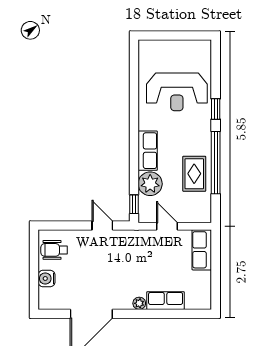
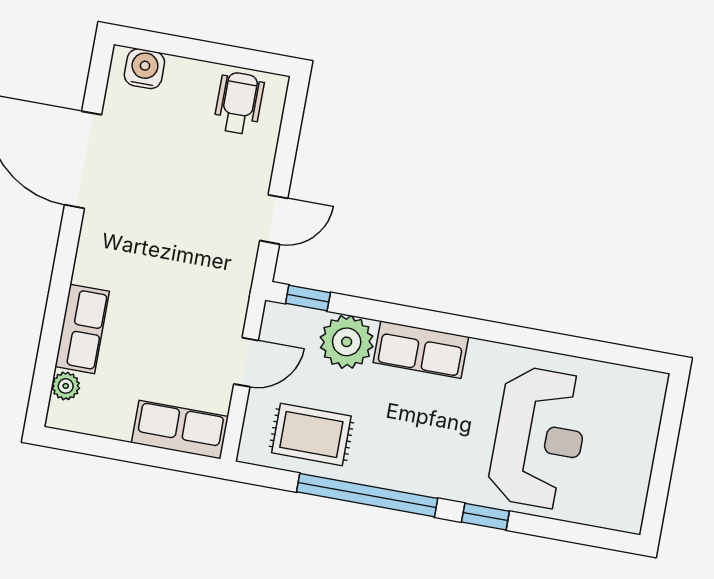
reception desk: (177, 92) -> (539, 438), turned 180
rug: (194, 174) -> (311, 434), moved
water cooler: (47, 278) -> (144, 69), moved
plant: (139, 303) -> (66, 386), moved

